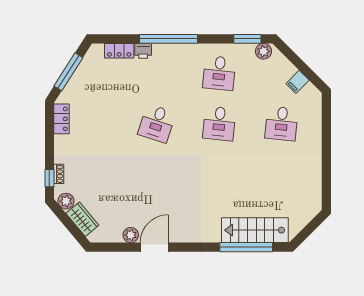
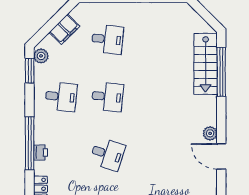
printer: (143, 51) -> (41, 153), moved
filing cabinet: (298, 82) -> (65, 29), width x2.00
plant: (131, 235) -> (210, 133), moved

